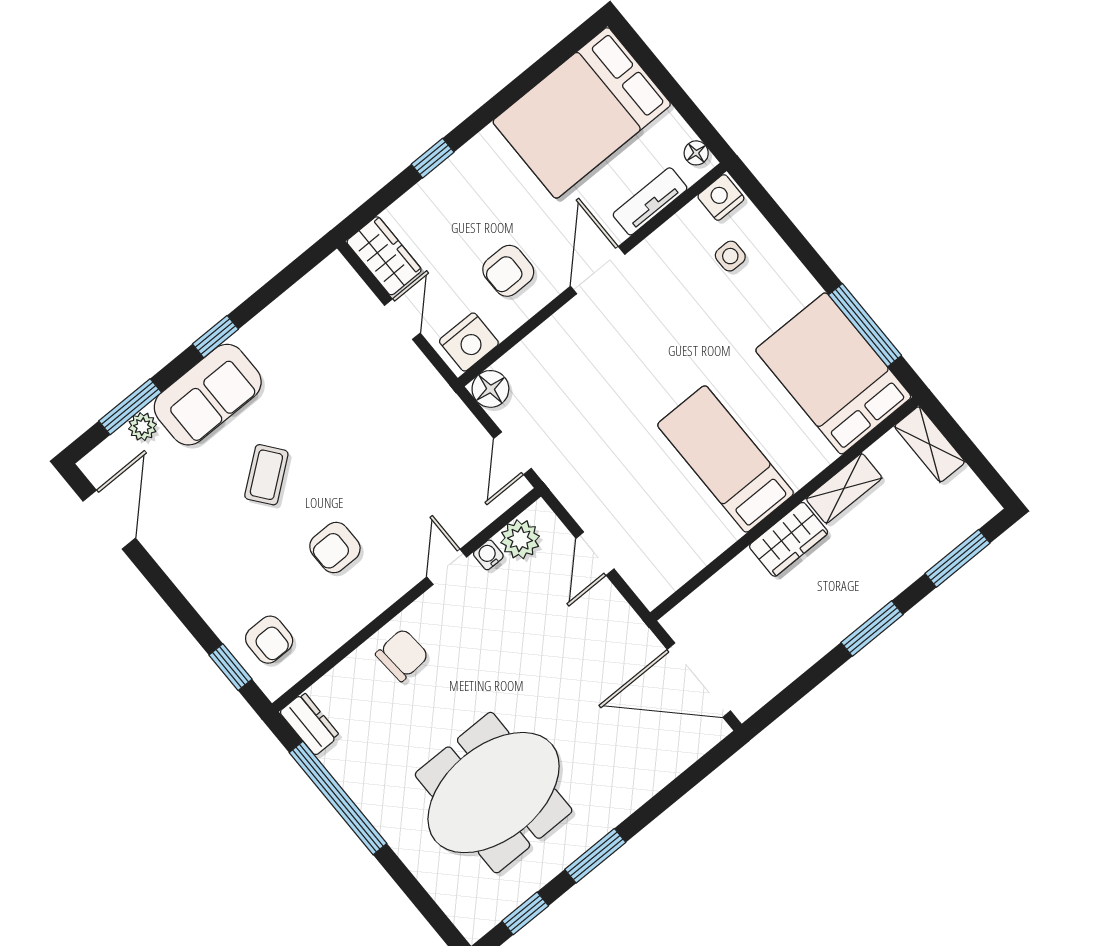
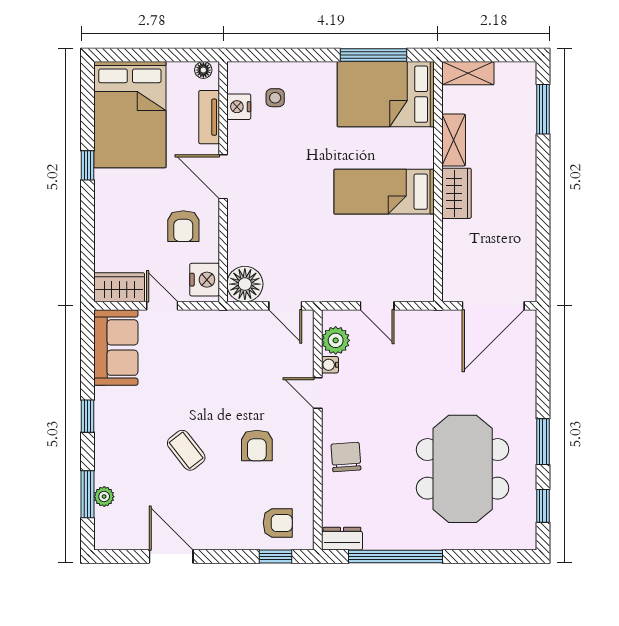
window: (433, 158) -> (88, 165), moved
nightstand: (721, 197) -> (239, 107), moved
floor lamp: (490, 389) -> (245, 284), width x1.38, depth x1.38
sofa: (208, 395) -> (116, 348), moved
door: (109, 520) -> (171, 557), moved
window: (872, 628) -> (543, 188), removed

